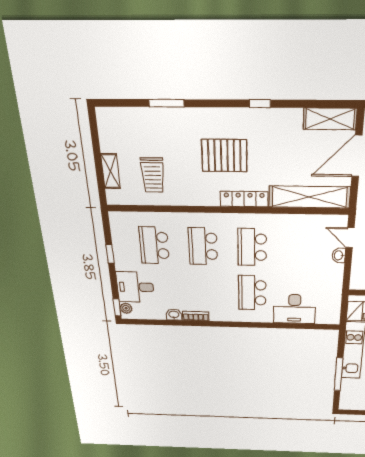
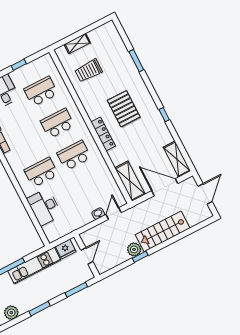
shelving: (309, 197) -> (130, 181), width x0.68

